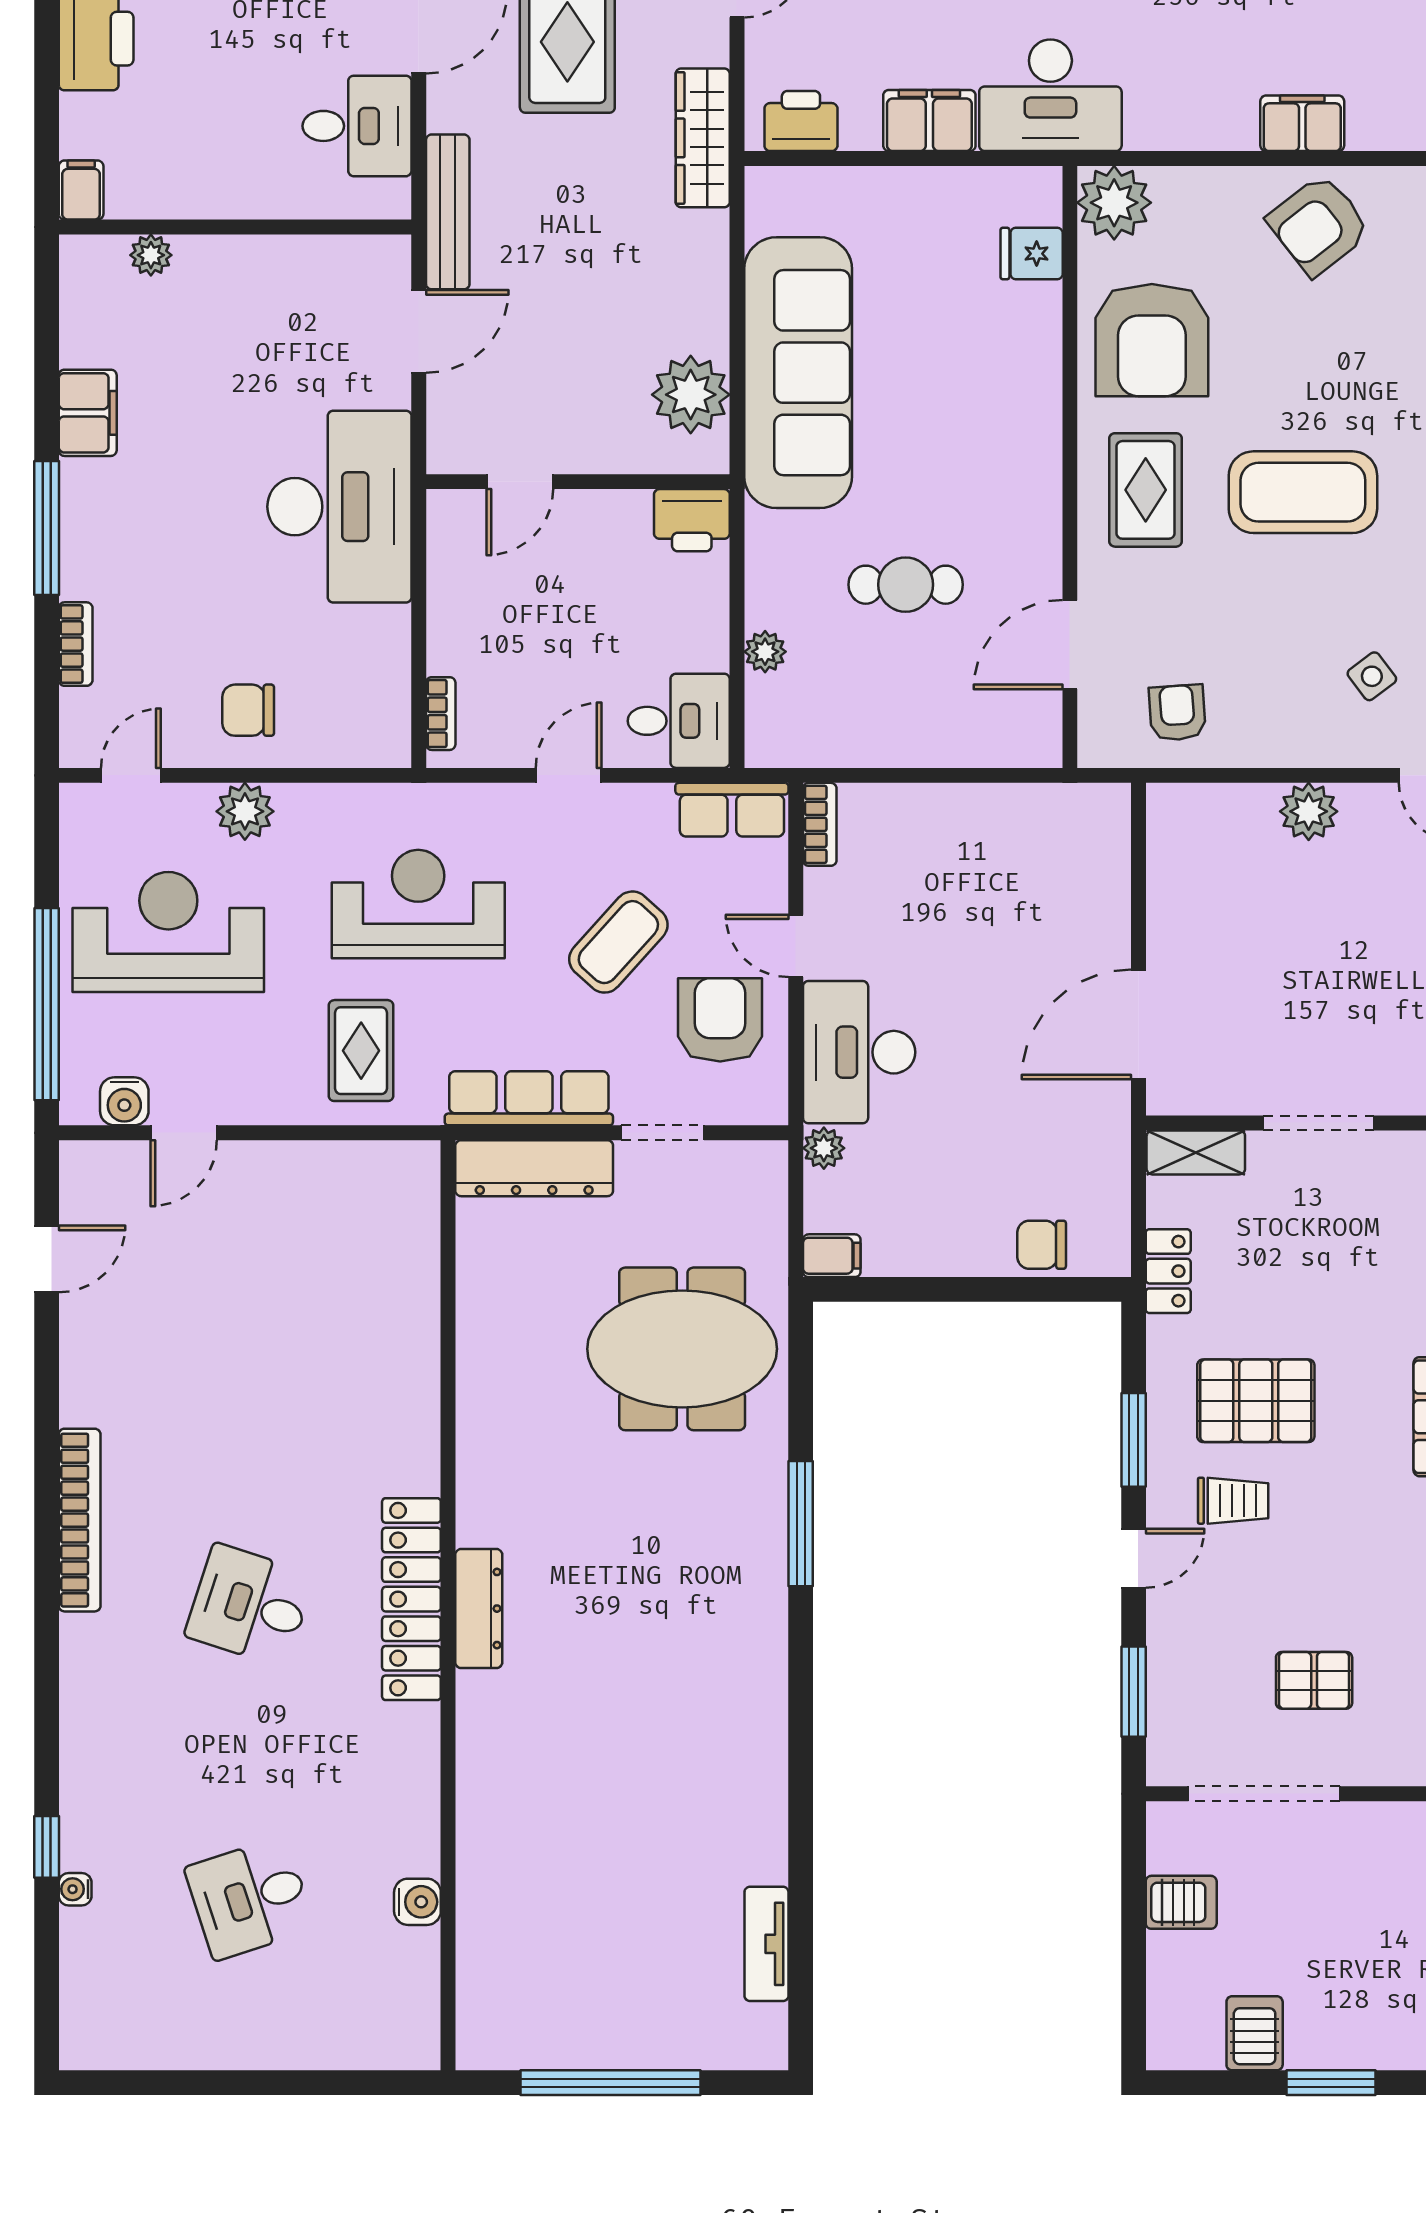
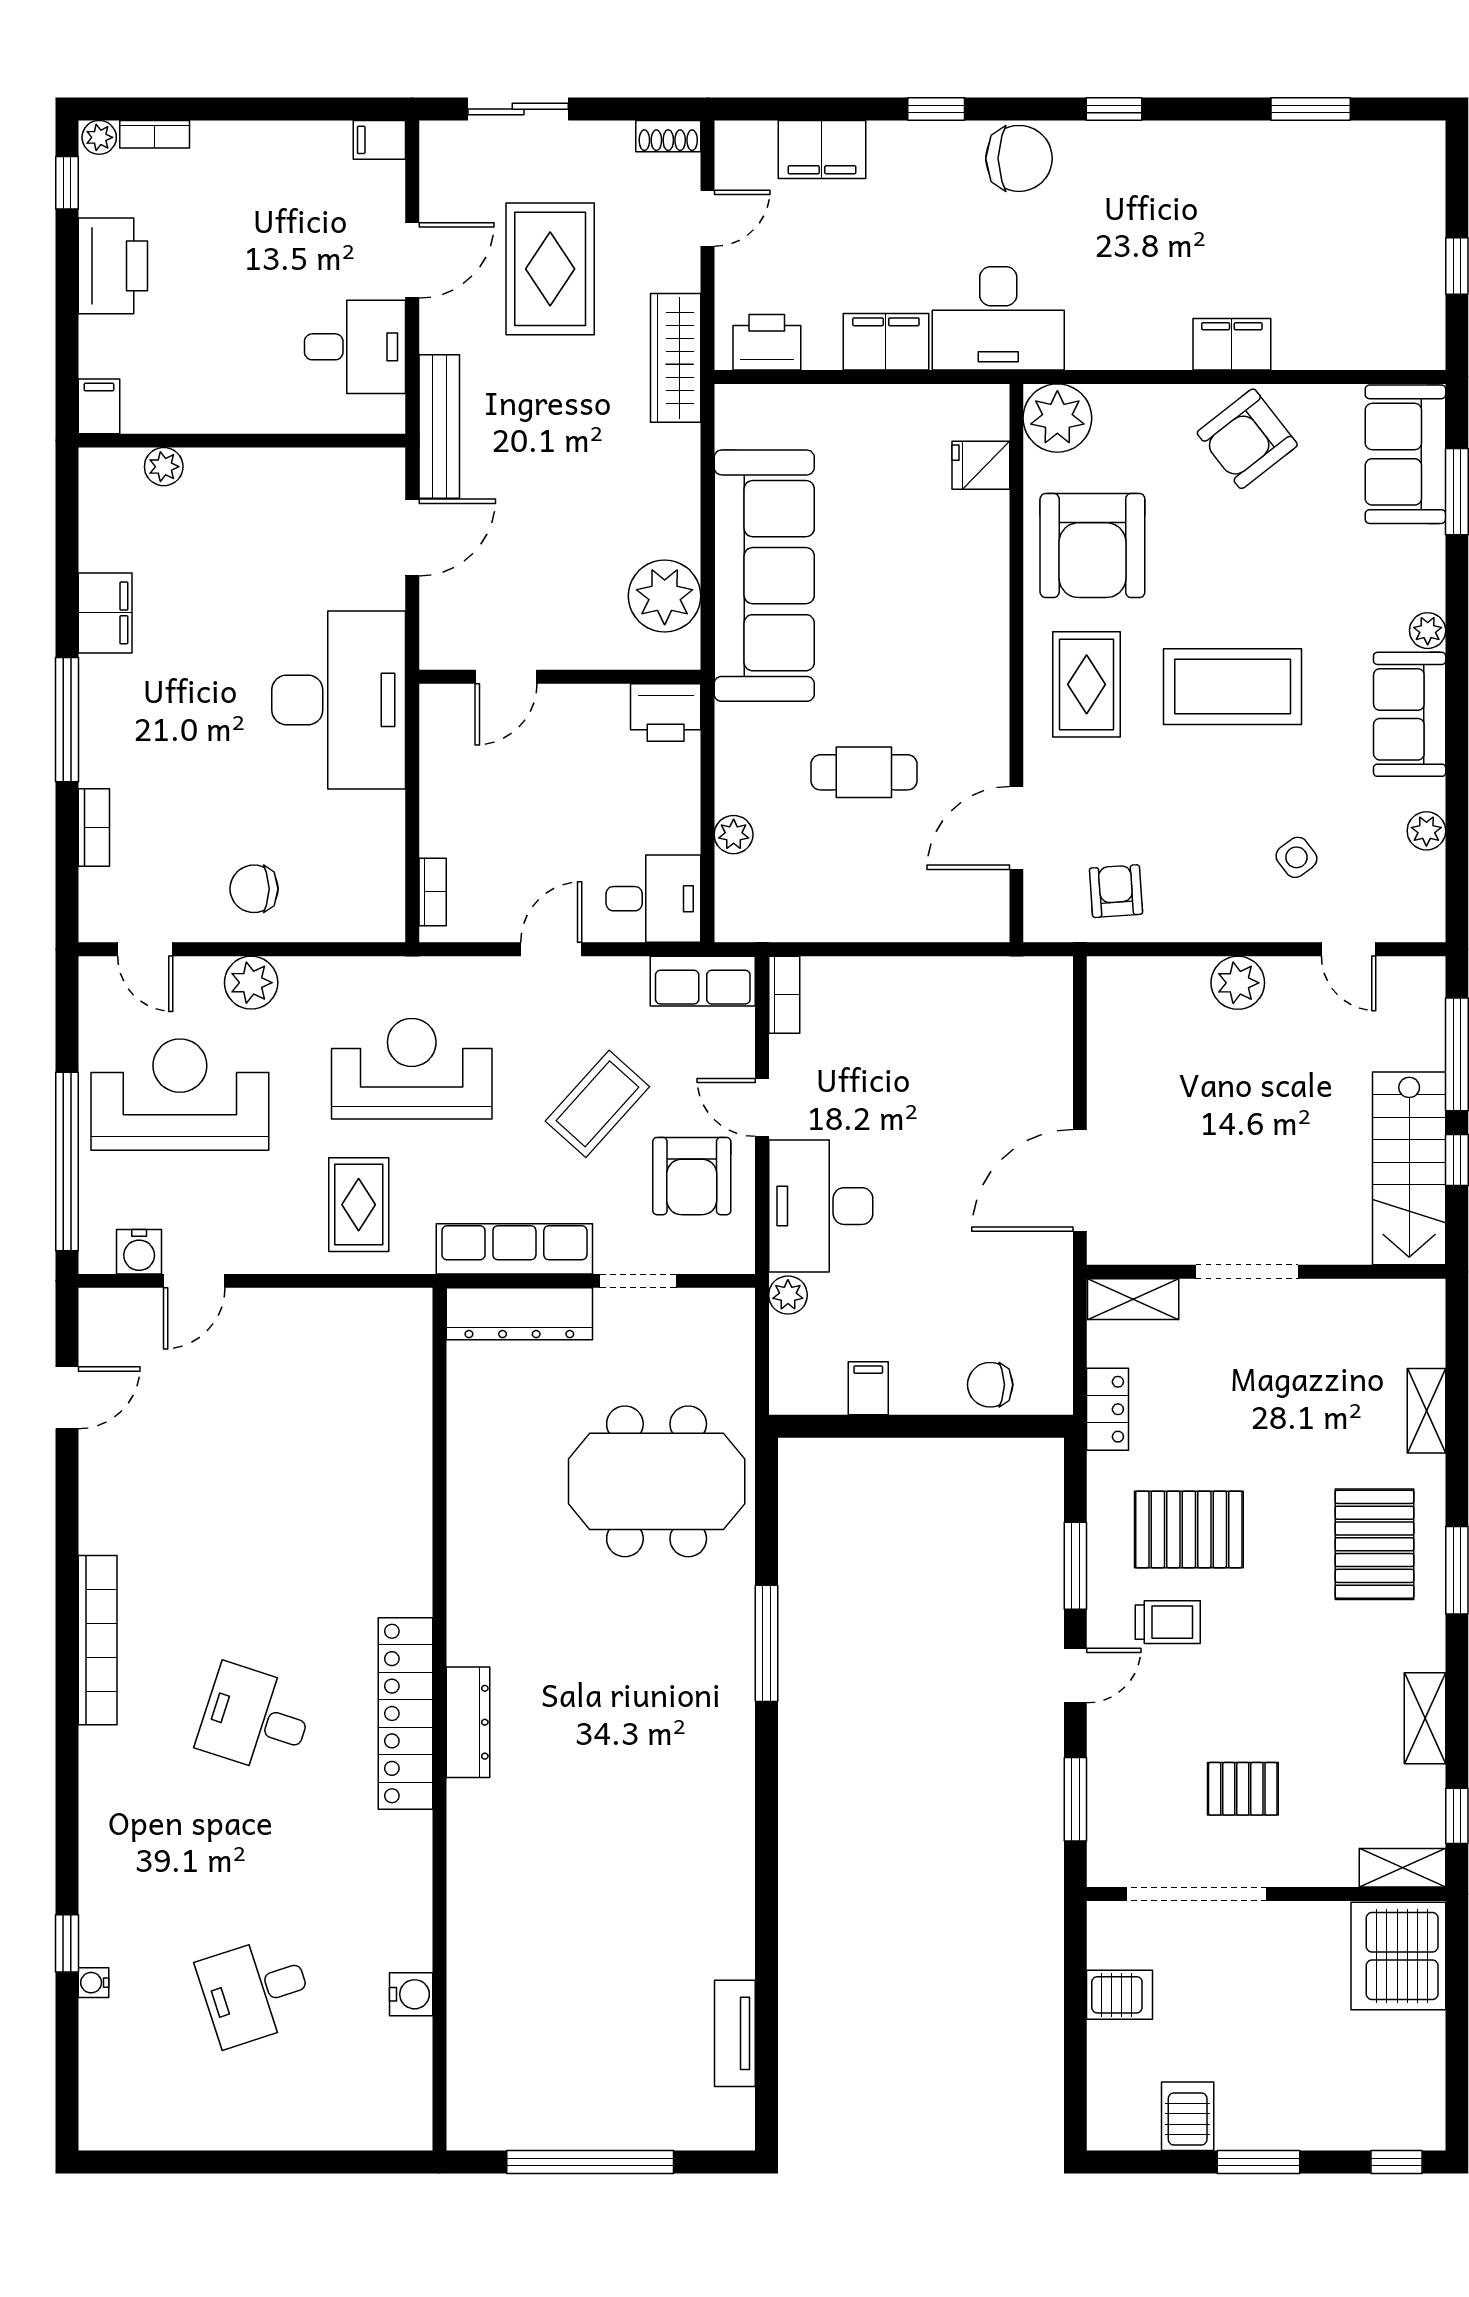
door: (131, 775) -> (145, 949), swing flipped
armchair: (720, 1020) -> (692, 1176), turned 180
filing cabinet: (832, 1256) -> (868, 1388), moved, turned -90

